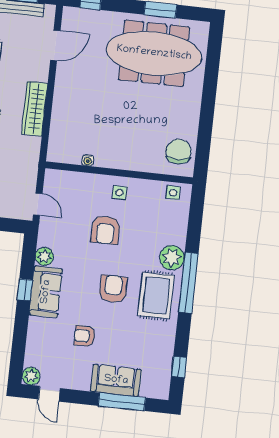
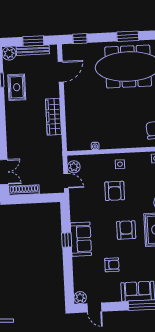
plant: (44, 257) -> (74, 167), moved
armchair: (85, 336) -> (112, 265), turned 180

